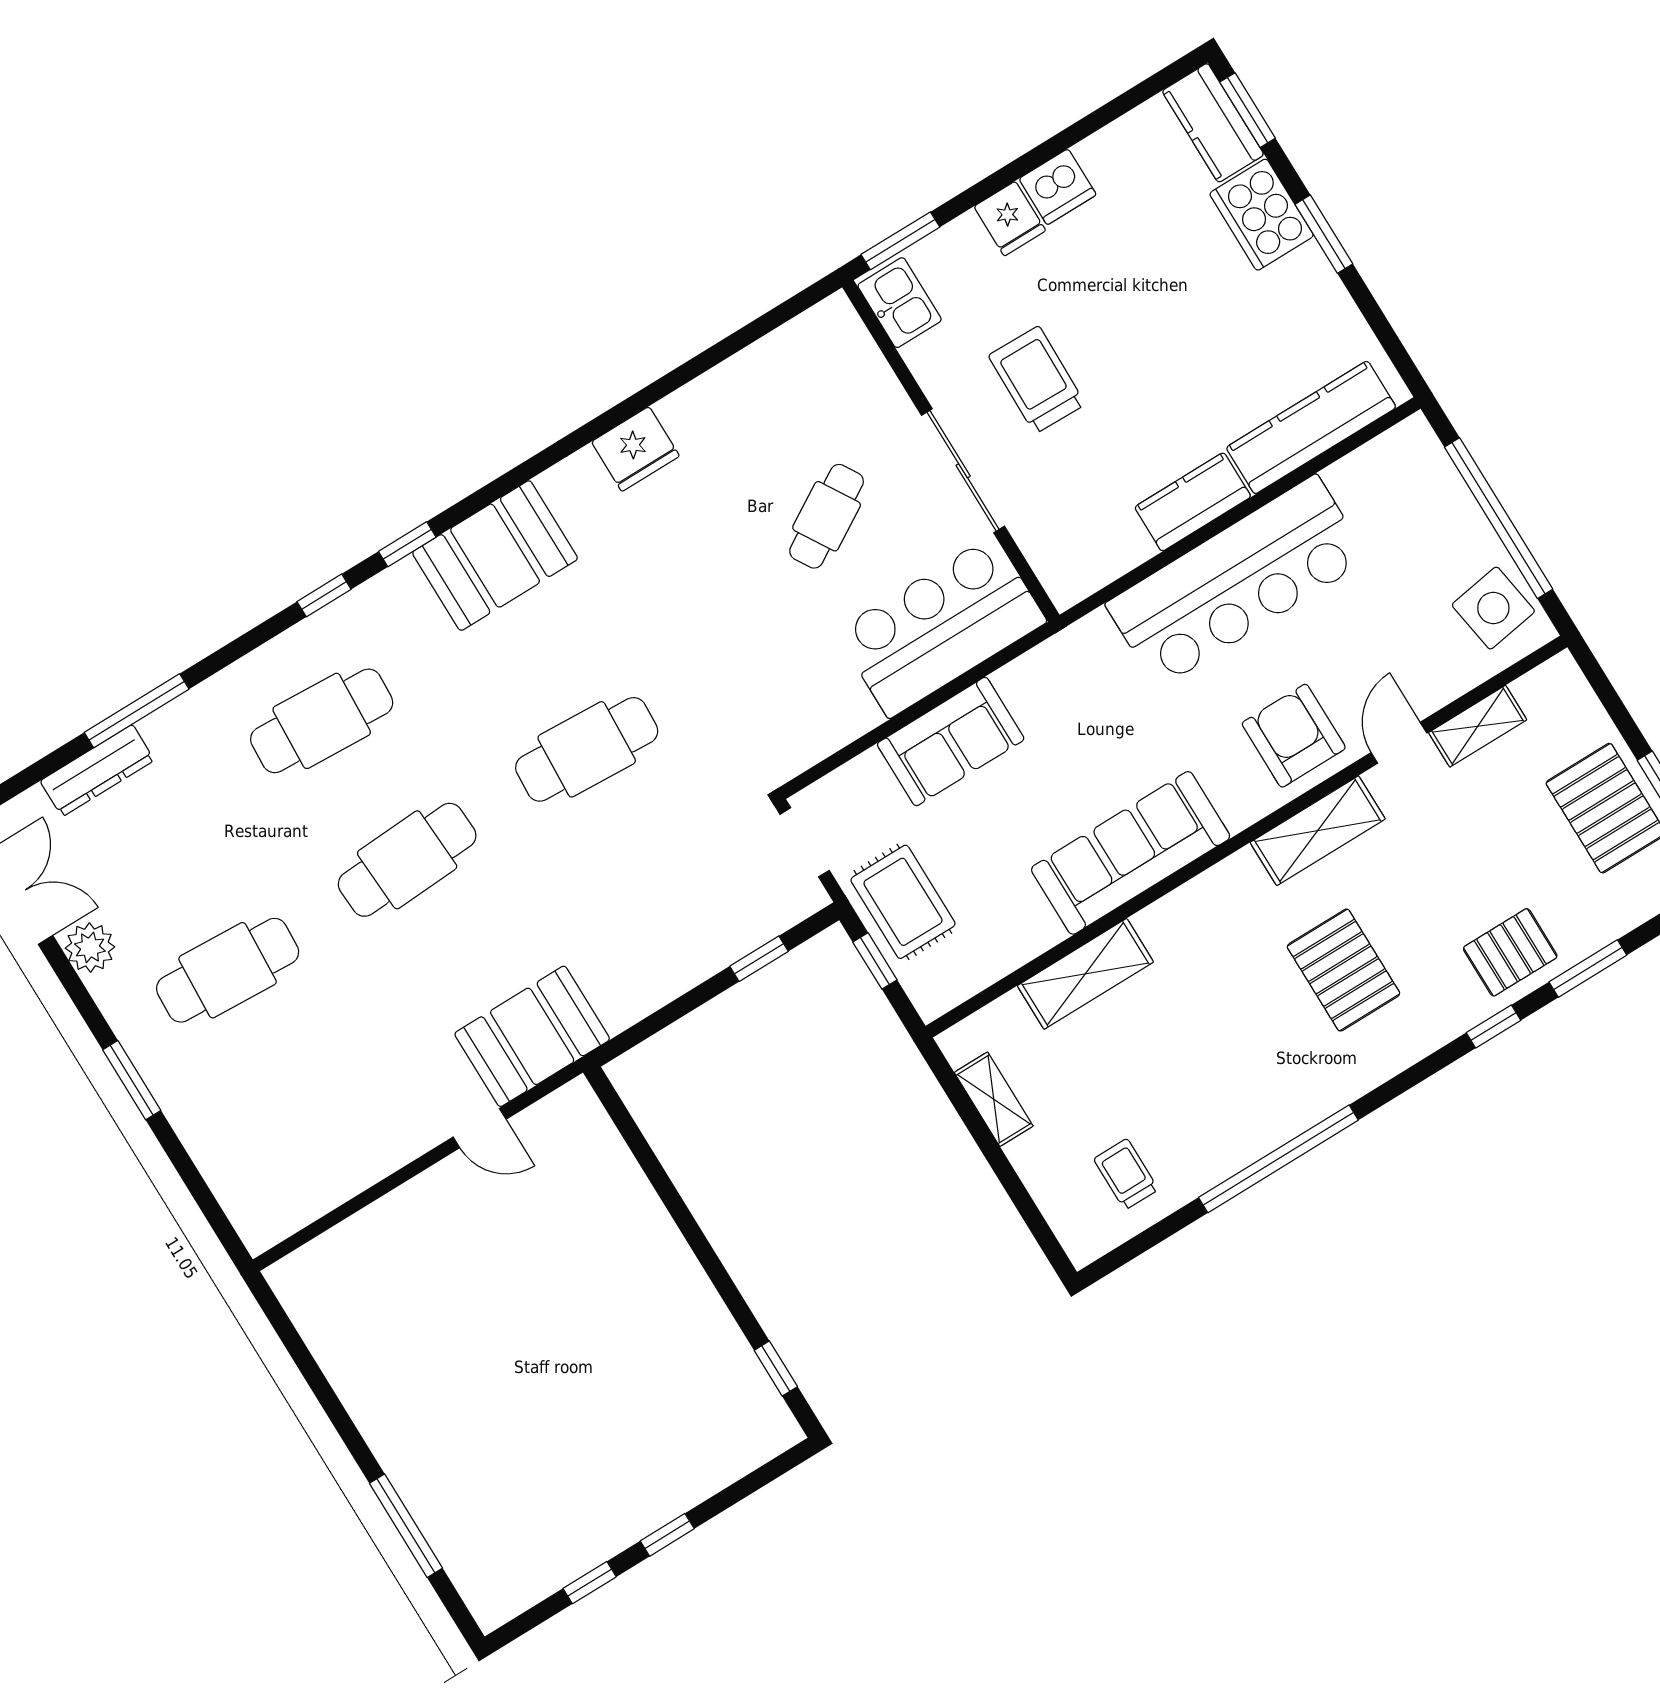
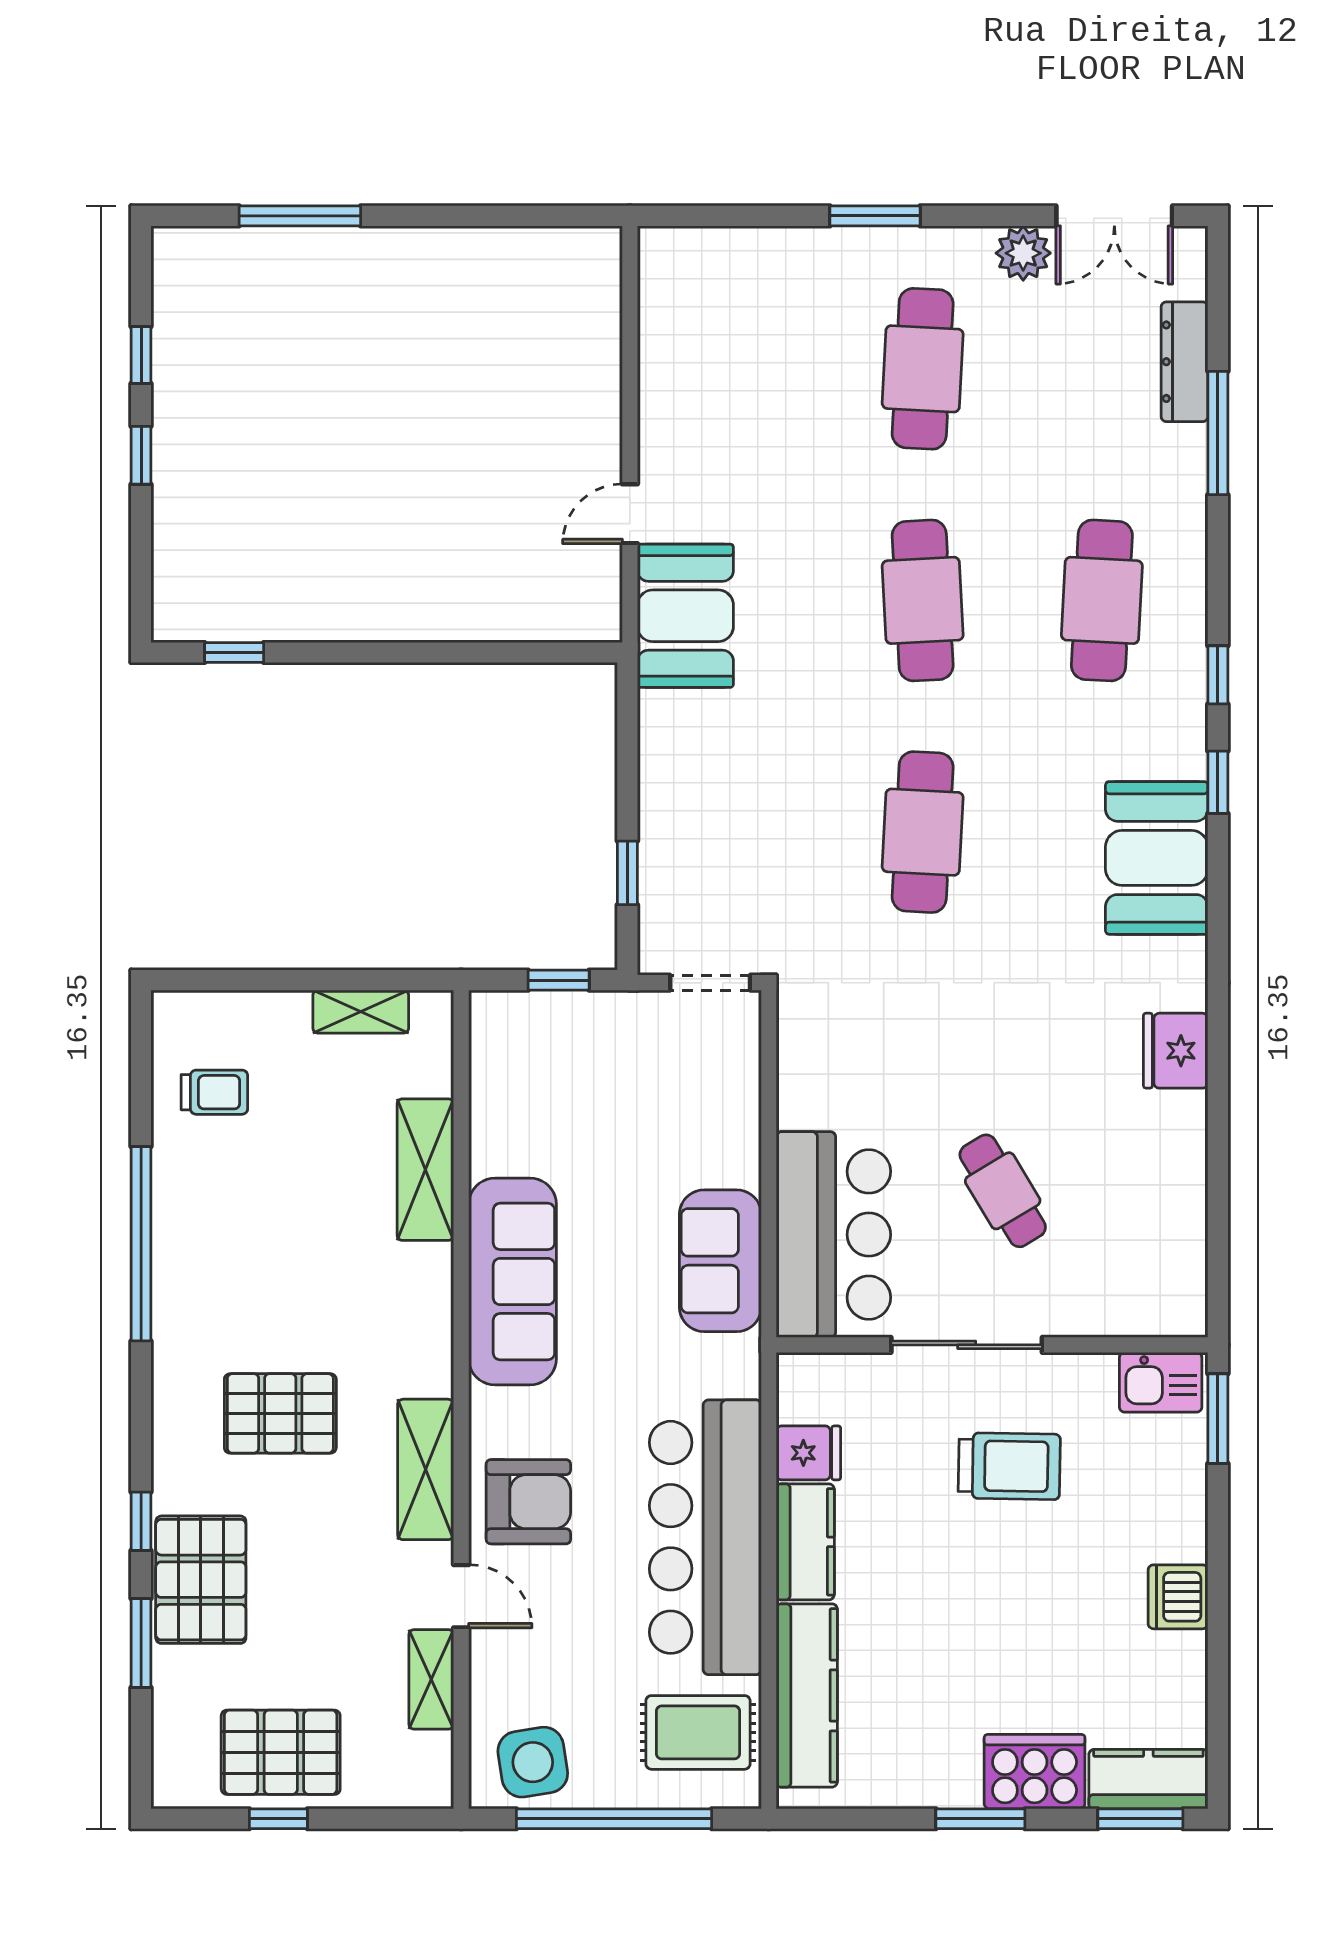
fridge: (1010, 219) -> (808, 1453), moved, turned 180
sofa: (951, 742) -> (720, 1261), moved
rug: (903, 902) -> (698, 1732), moved
pallet: (1510, 952) -> (201, 1580), width x1.50, depth x1.42

